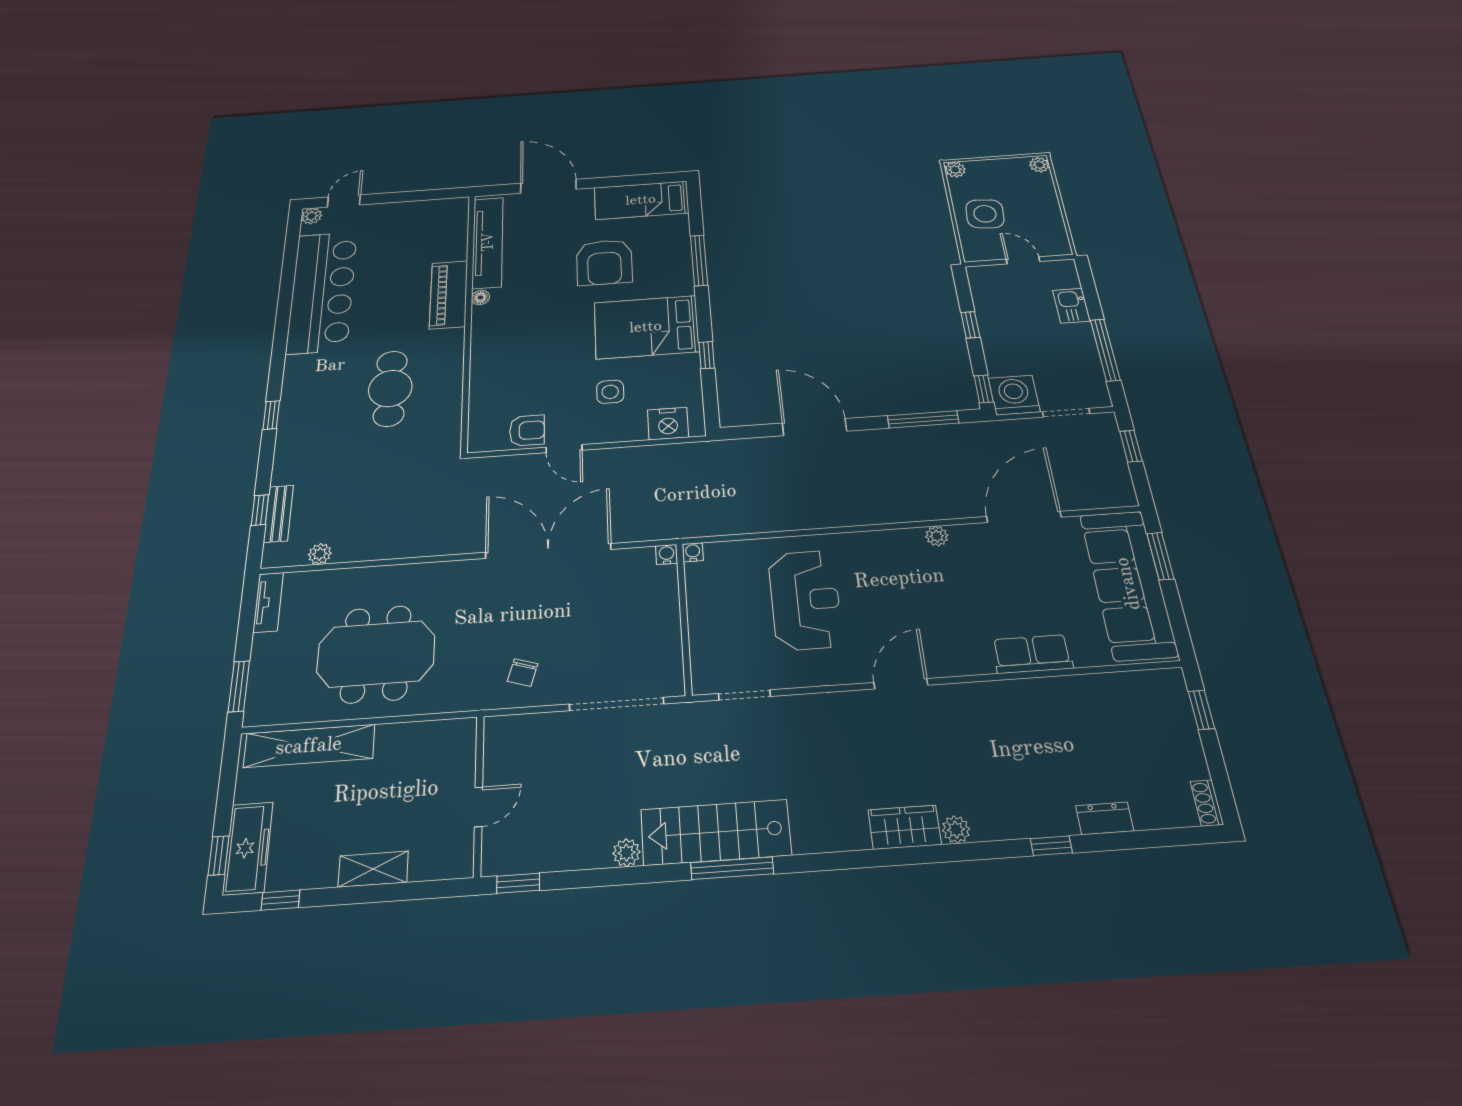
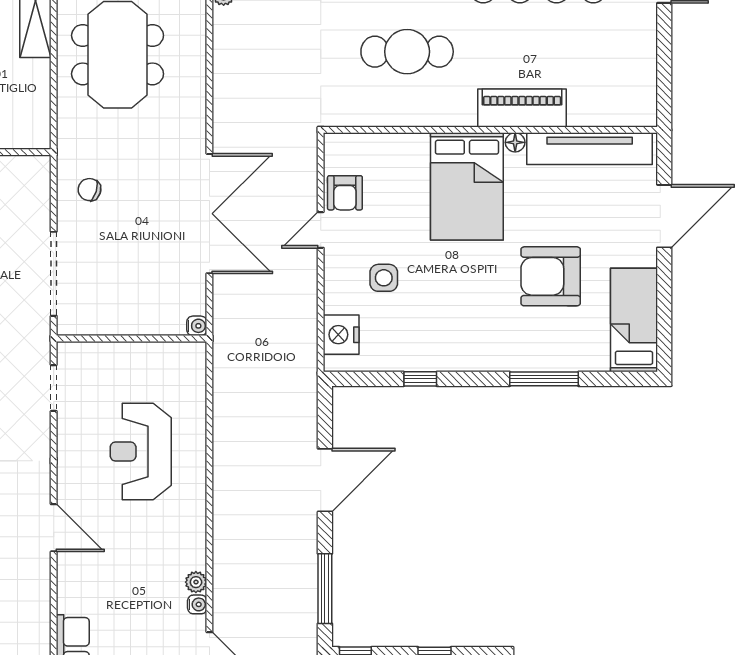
bed: (646, 327) -> (467, 186), moved, turned 180
water cooler: (693, 552) -> (197, 604), moved
reception desk: (805, 600) -> (141, 452), turned 90

